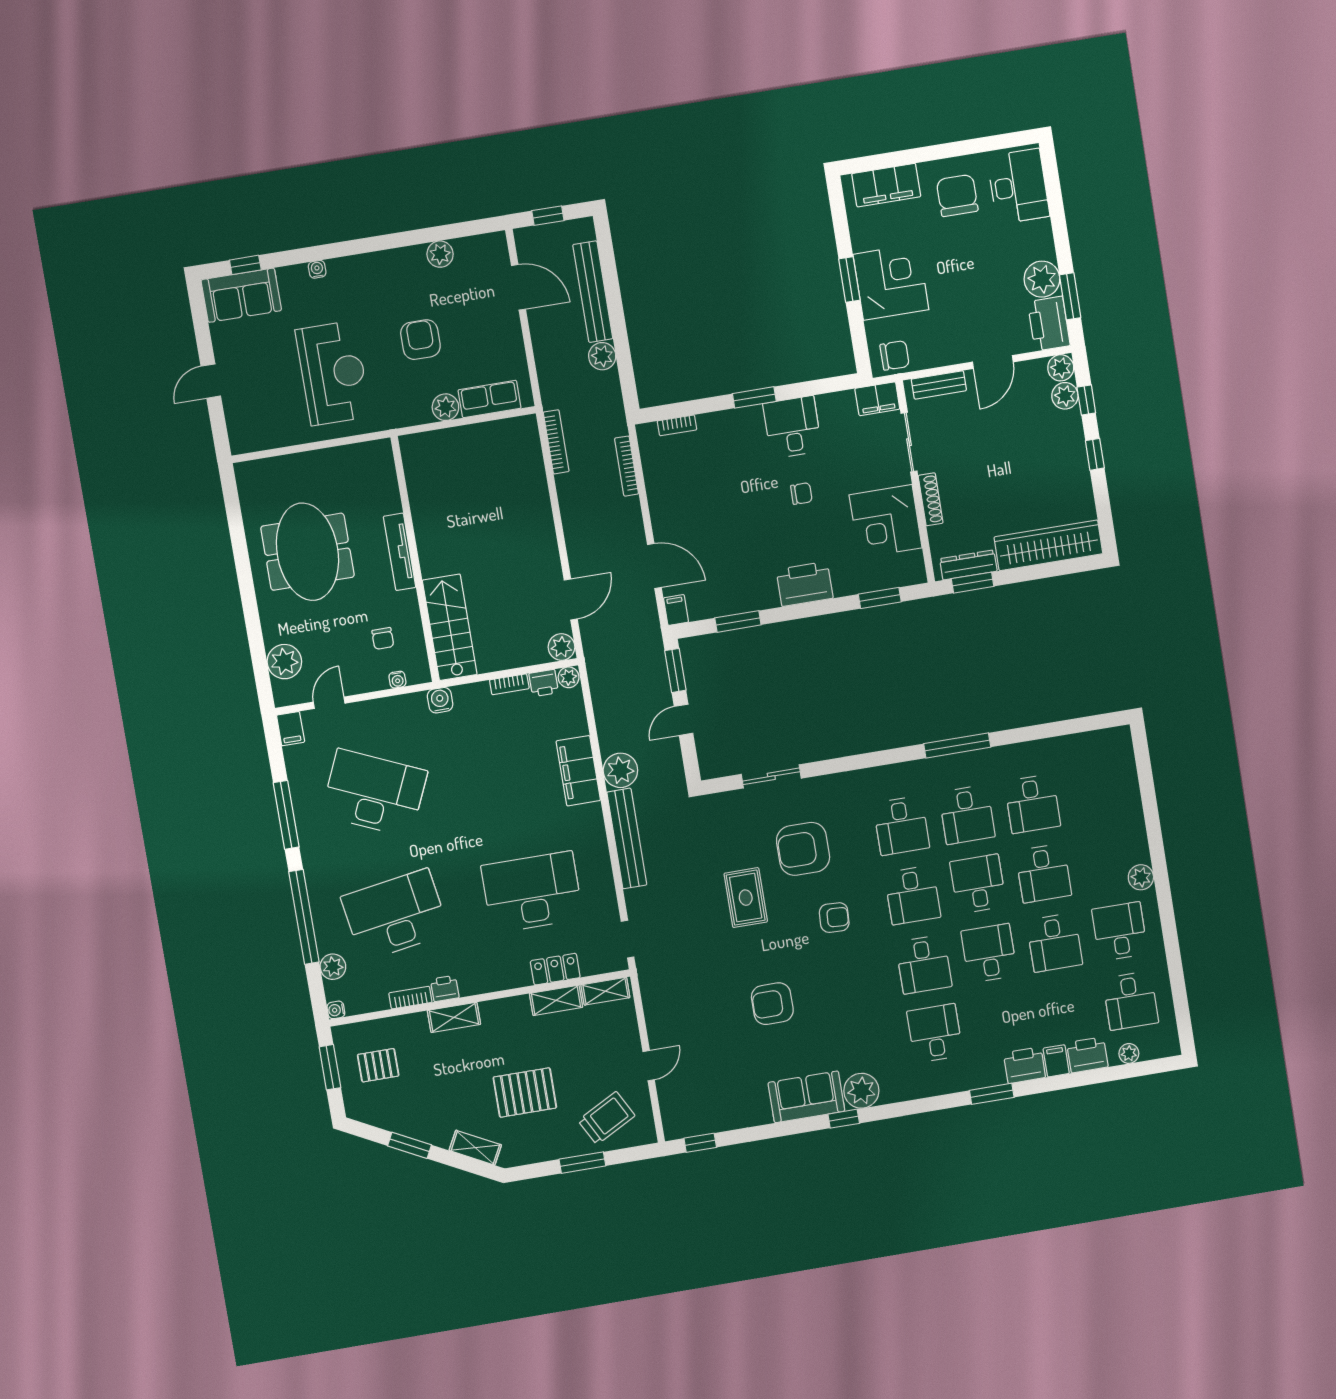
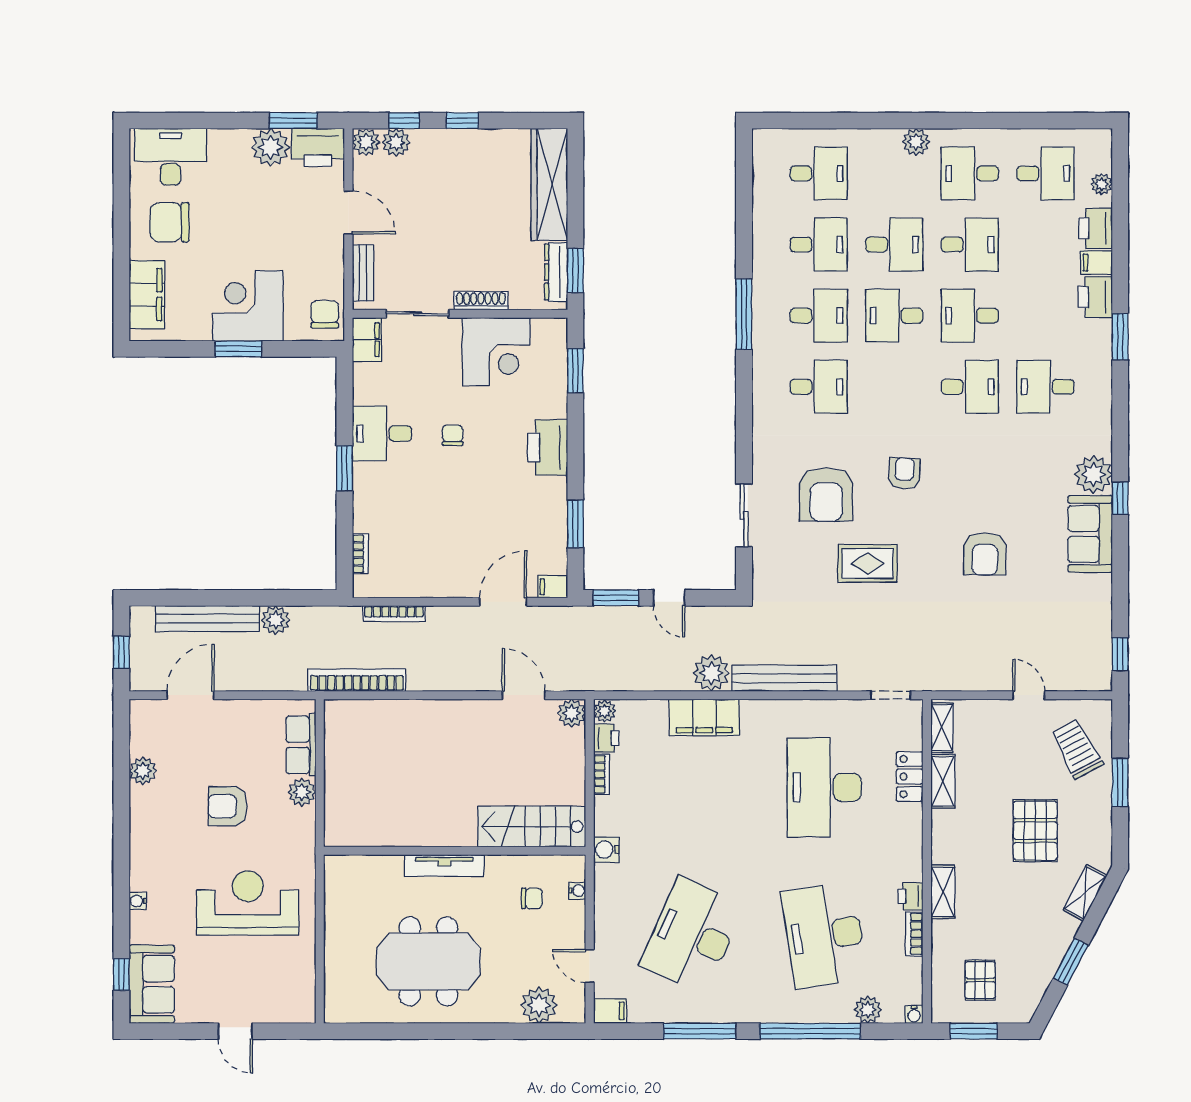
bookcase: (556, 442) -> (357, 680), width x1.48, depth x1.31
desk: (913, 895) -> (819, 173), moved

